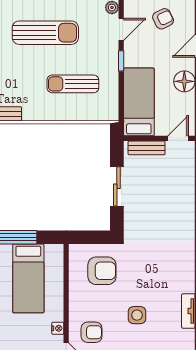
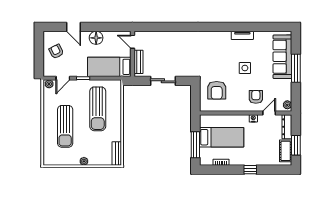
door: (121, 29) -> (63, 78), swing flipped
sun lounger: (45, 33) -> (65, 126), turned 180
sun lounger: (73, 84) -> (98, 109), width x1.36, depth x1.34
armchair: (102, 271) -> (217, 90), turned 180

